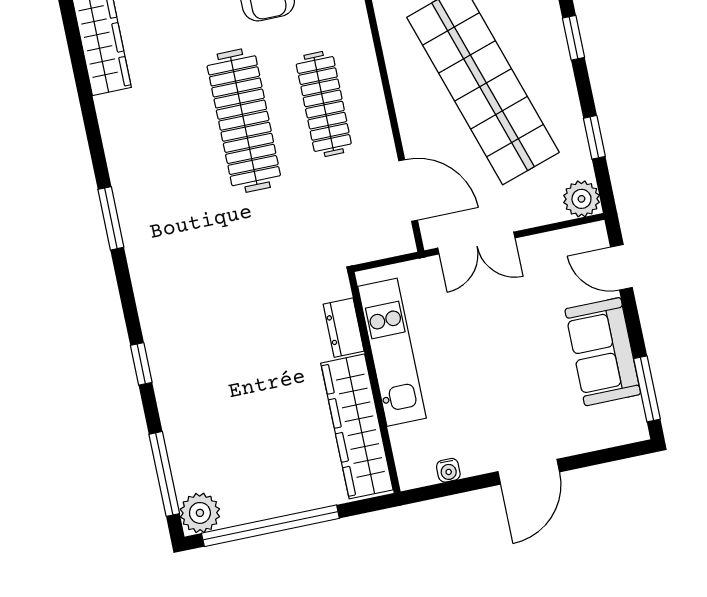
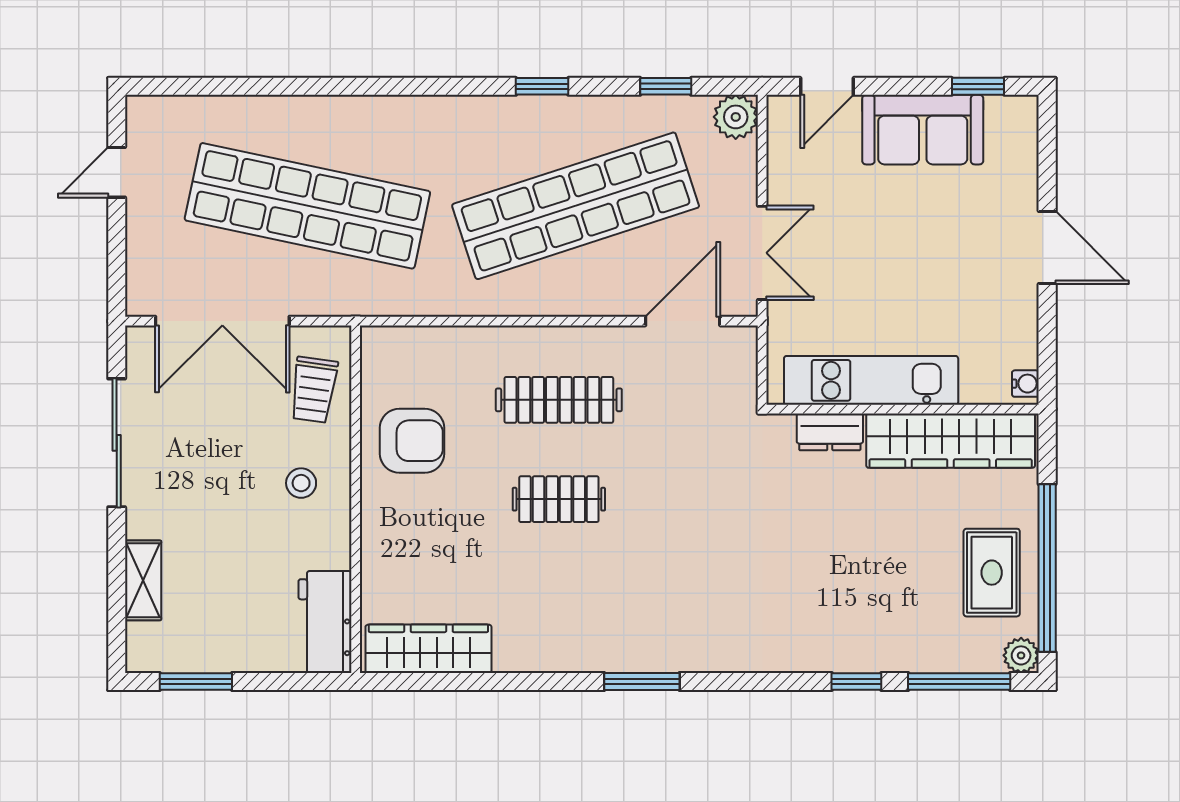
clothes rail: (244, 121) -> (559, 499), width x0.54, depth x0.76
window: (141, 364) -> (856, 682), moved
window: (647, 389) -> (978, 86), width x0.67
water cooler: (448, 470) -> (1025, 384), moved
rug: (257, 482) -> (992, 573), added
plant: (200, 513) -> (1021, 655), width x0.73, depth x0.73

